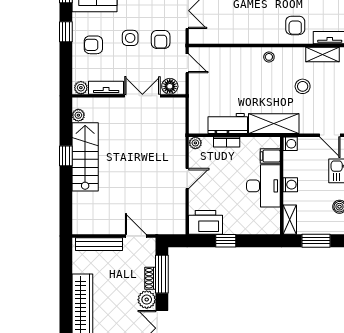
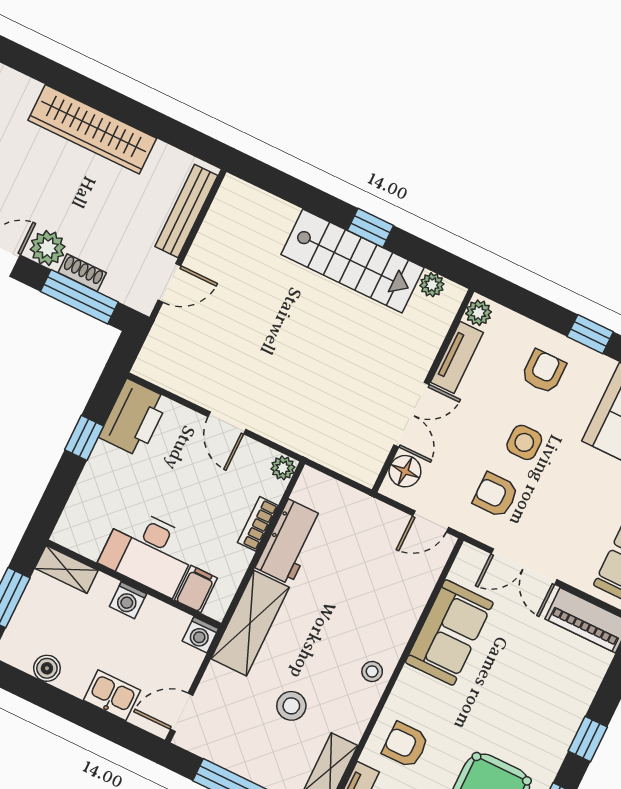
sofa: (234, 30) -> (449, 632), added

